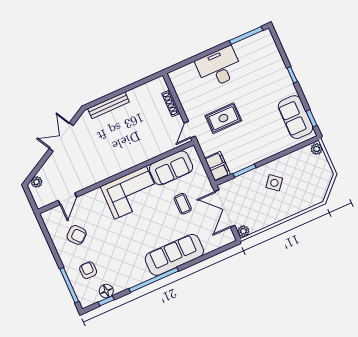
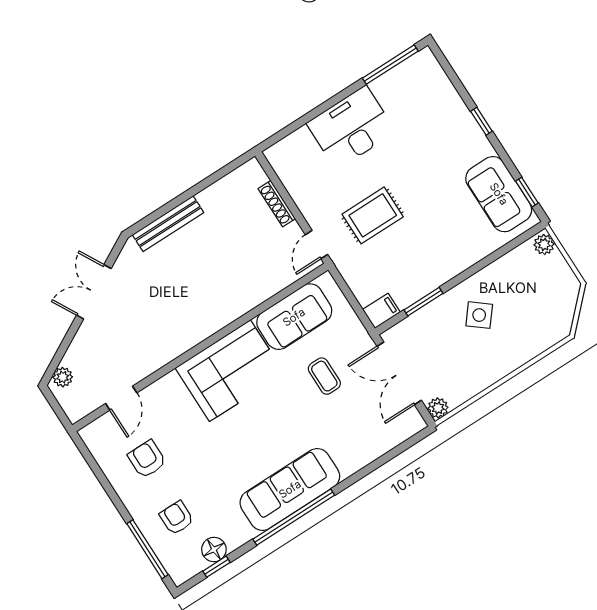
filing cabinet: (218, 166) -> (381, 311), width x0.50
armchair: (77, 235) -> (147, 459), turned -139
sofa: (174, 255) -> (290, 489), moved

